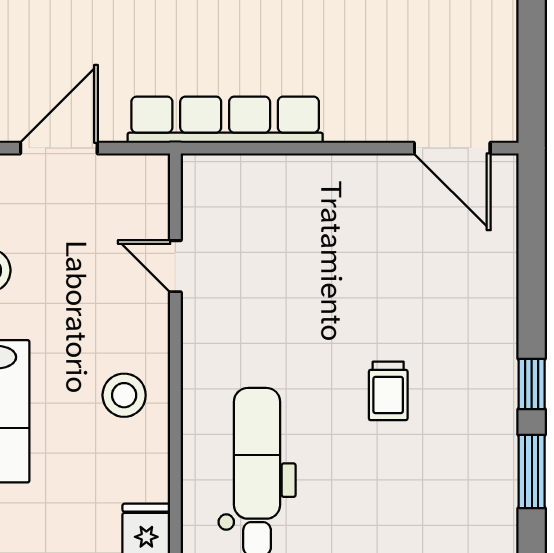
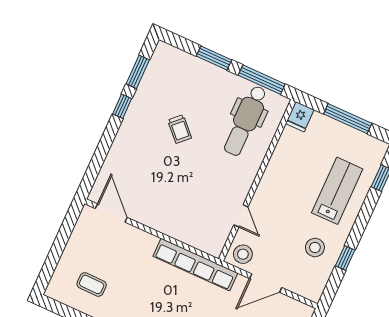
trolley: (388, 391) -> (180, 129), turned 136
stool: (124, 395) -> (243, 254), moved

